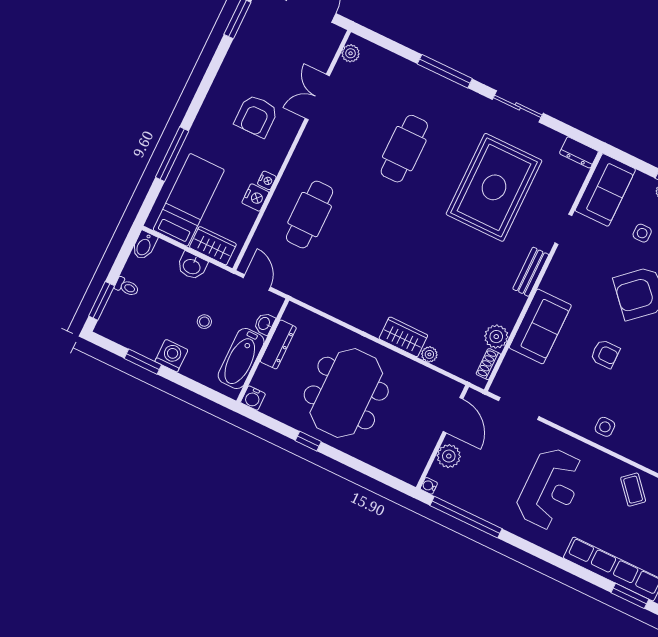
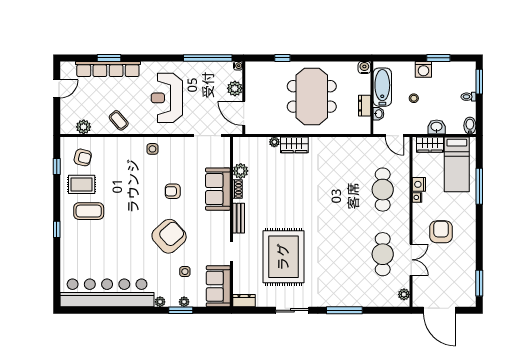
cafe table: (404, 149) -> (383, 254), moved
dresser: (278, 344) -> (365, 106), width x0.70
shoe rack: (488, 364) -> (237, 189), moved
window: (308, 441) -> (282, 58), moved
window: (630, 596) -> (109, 58), moved

